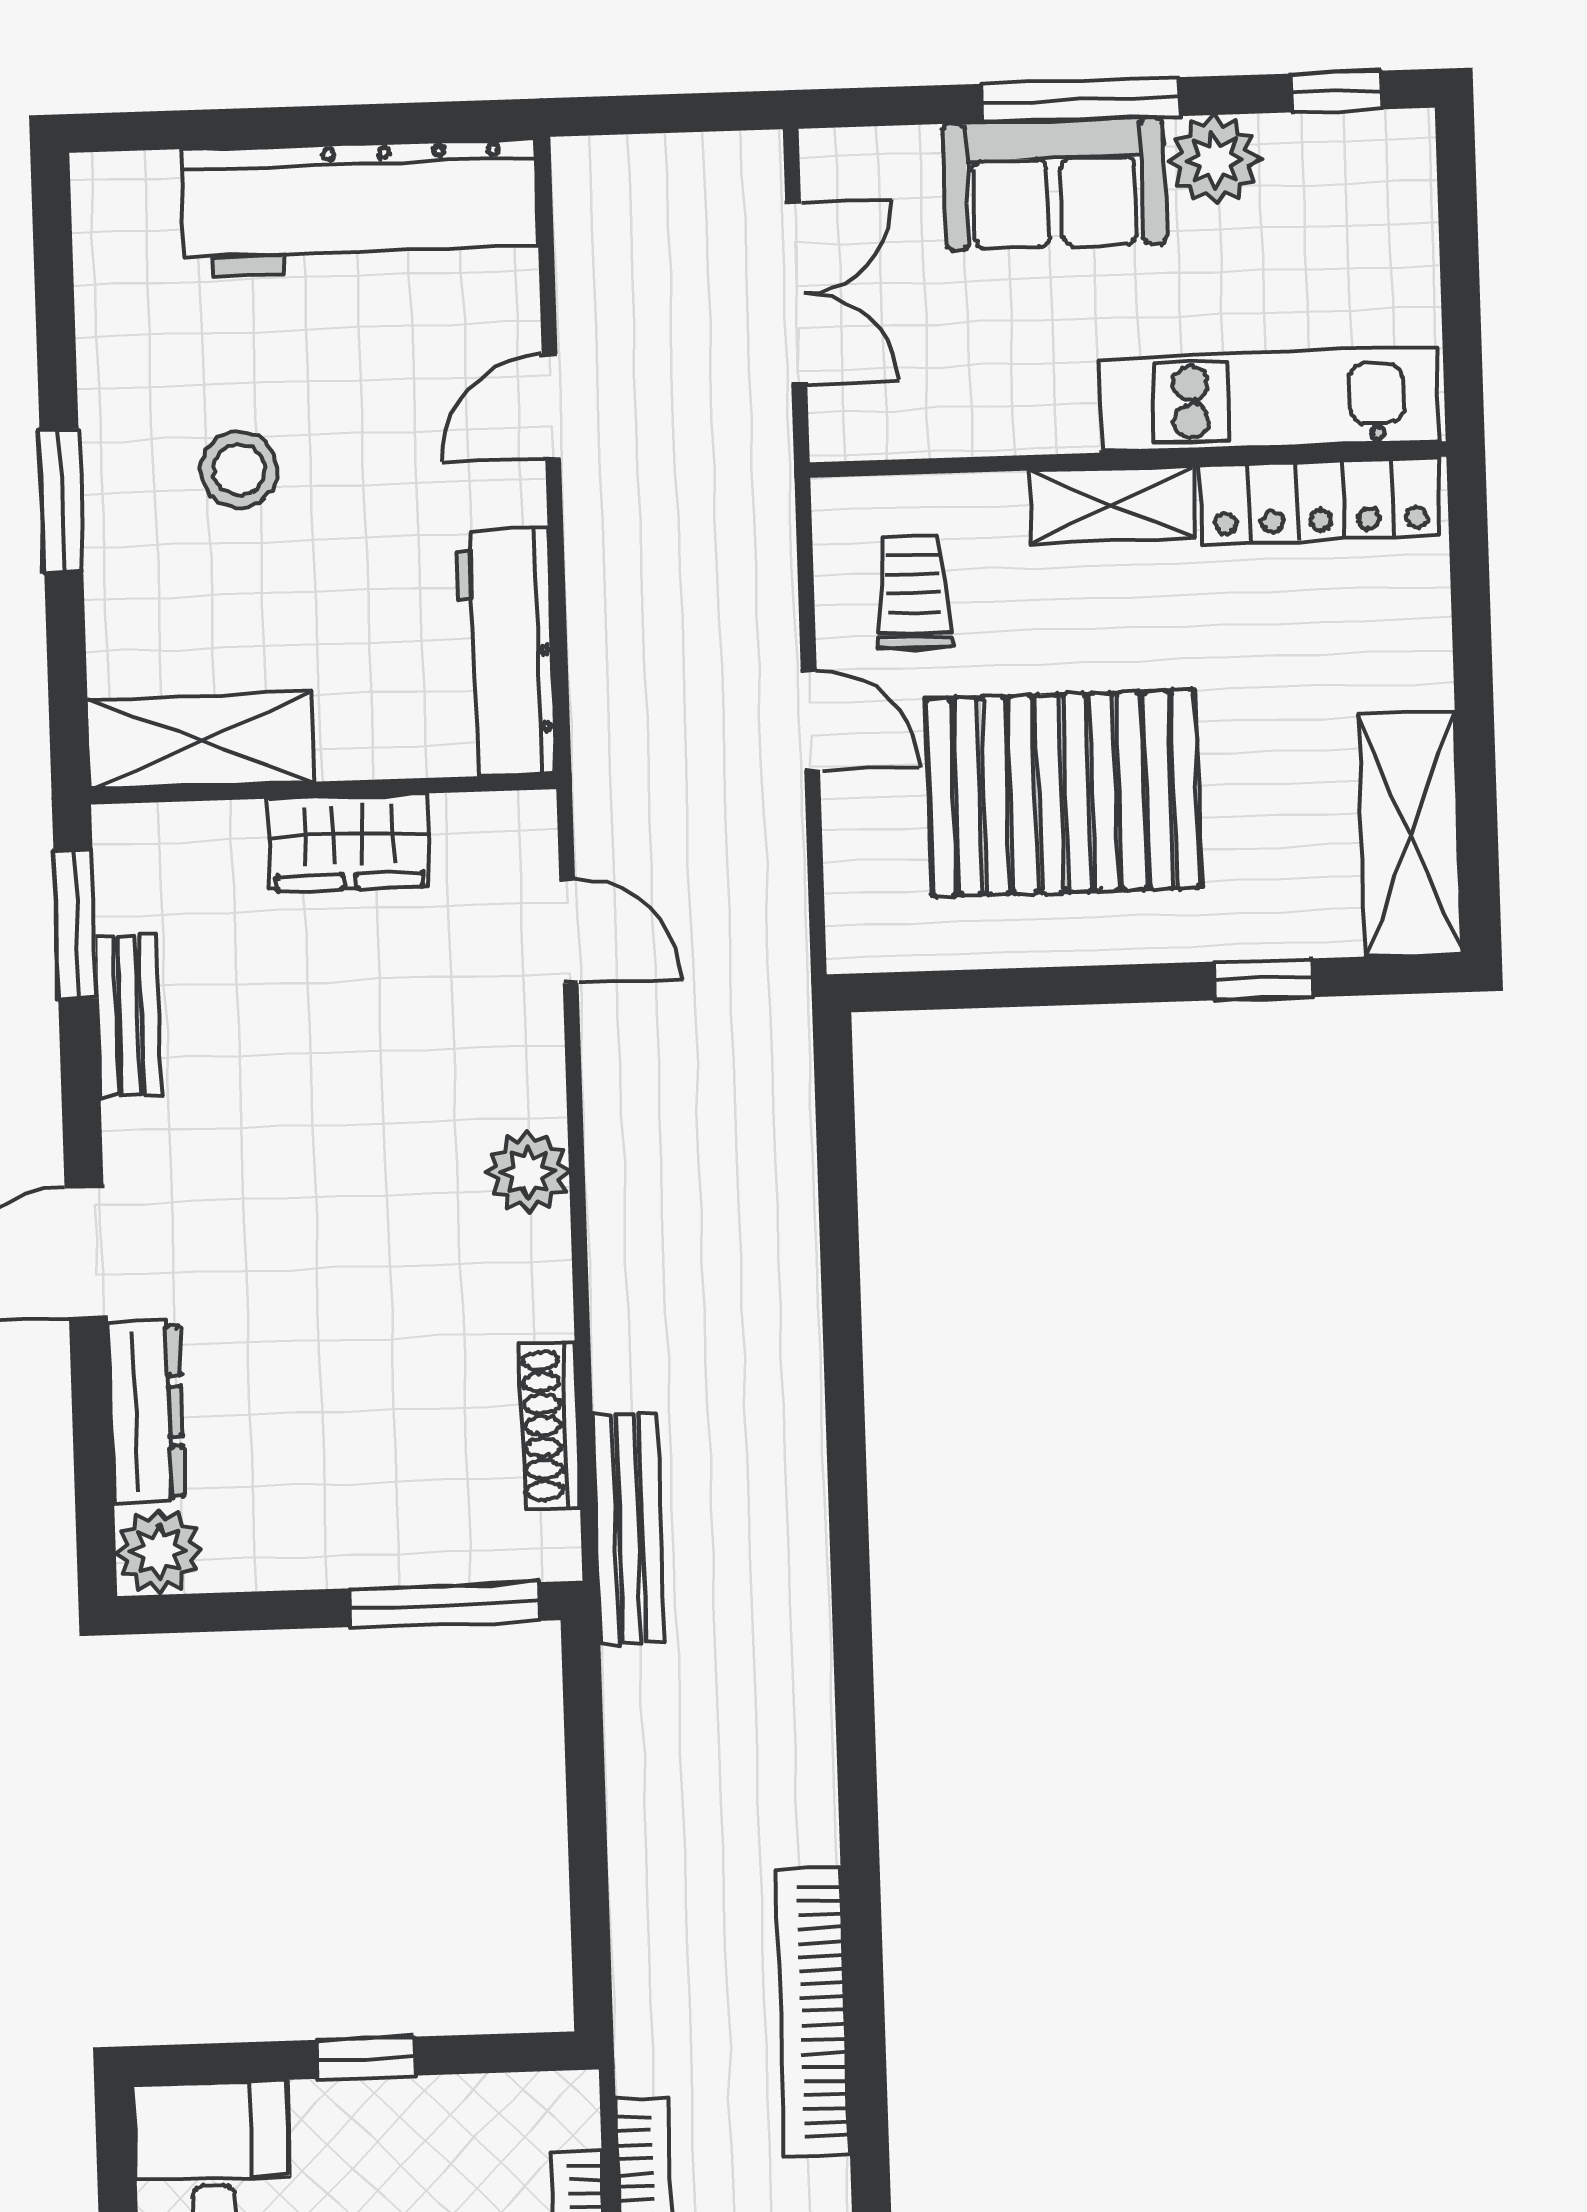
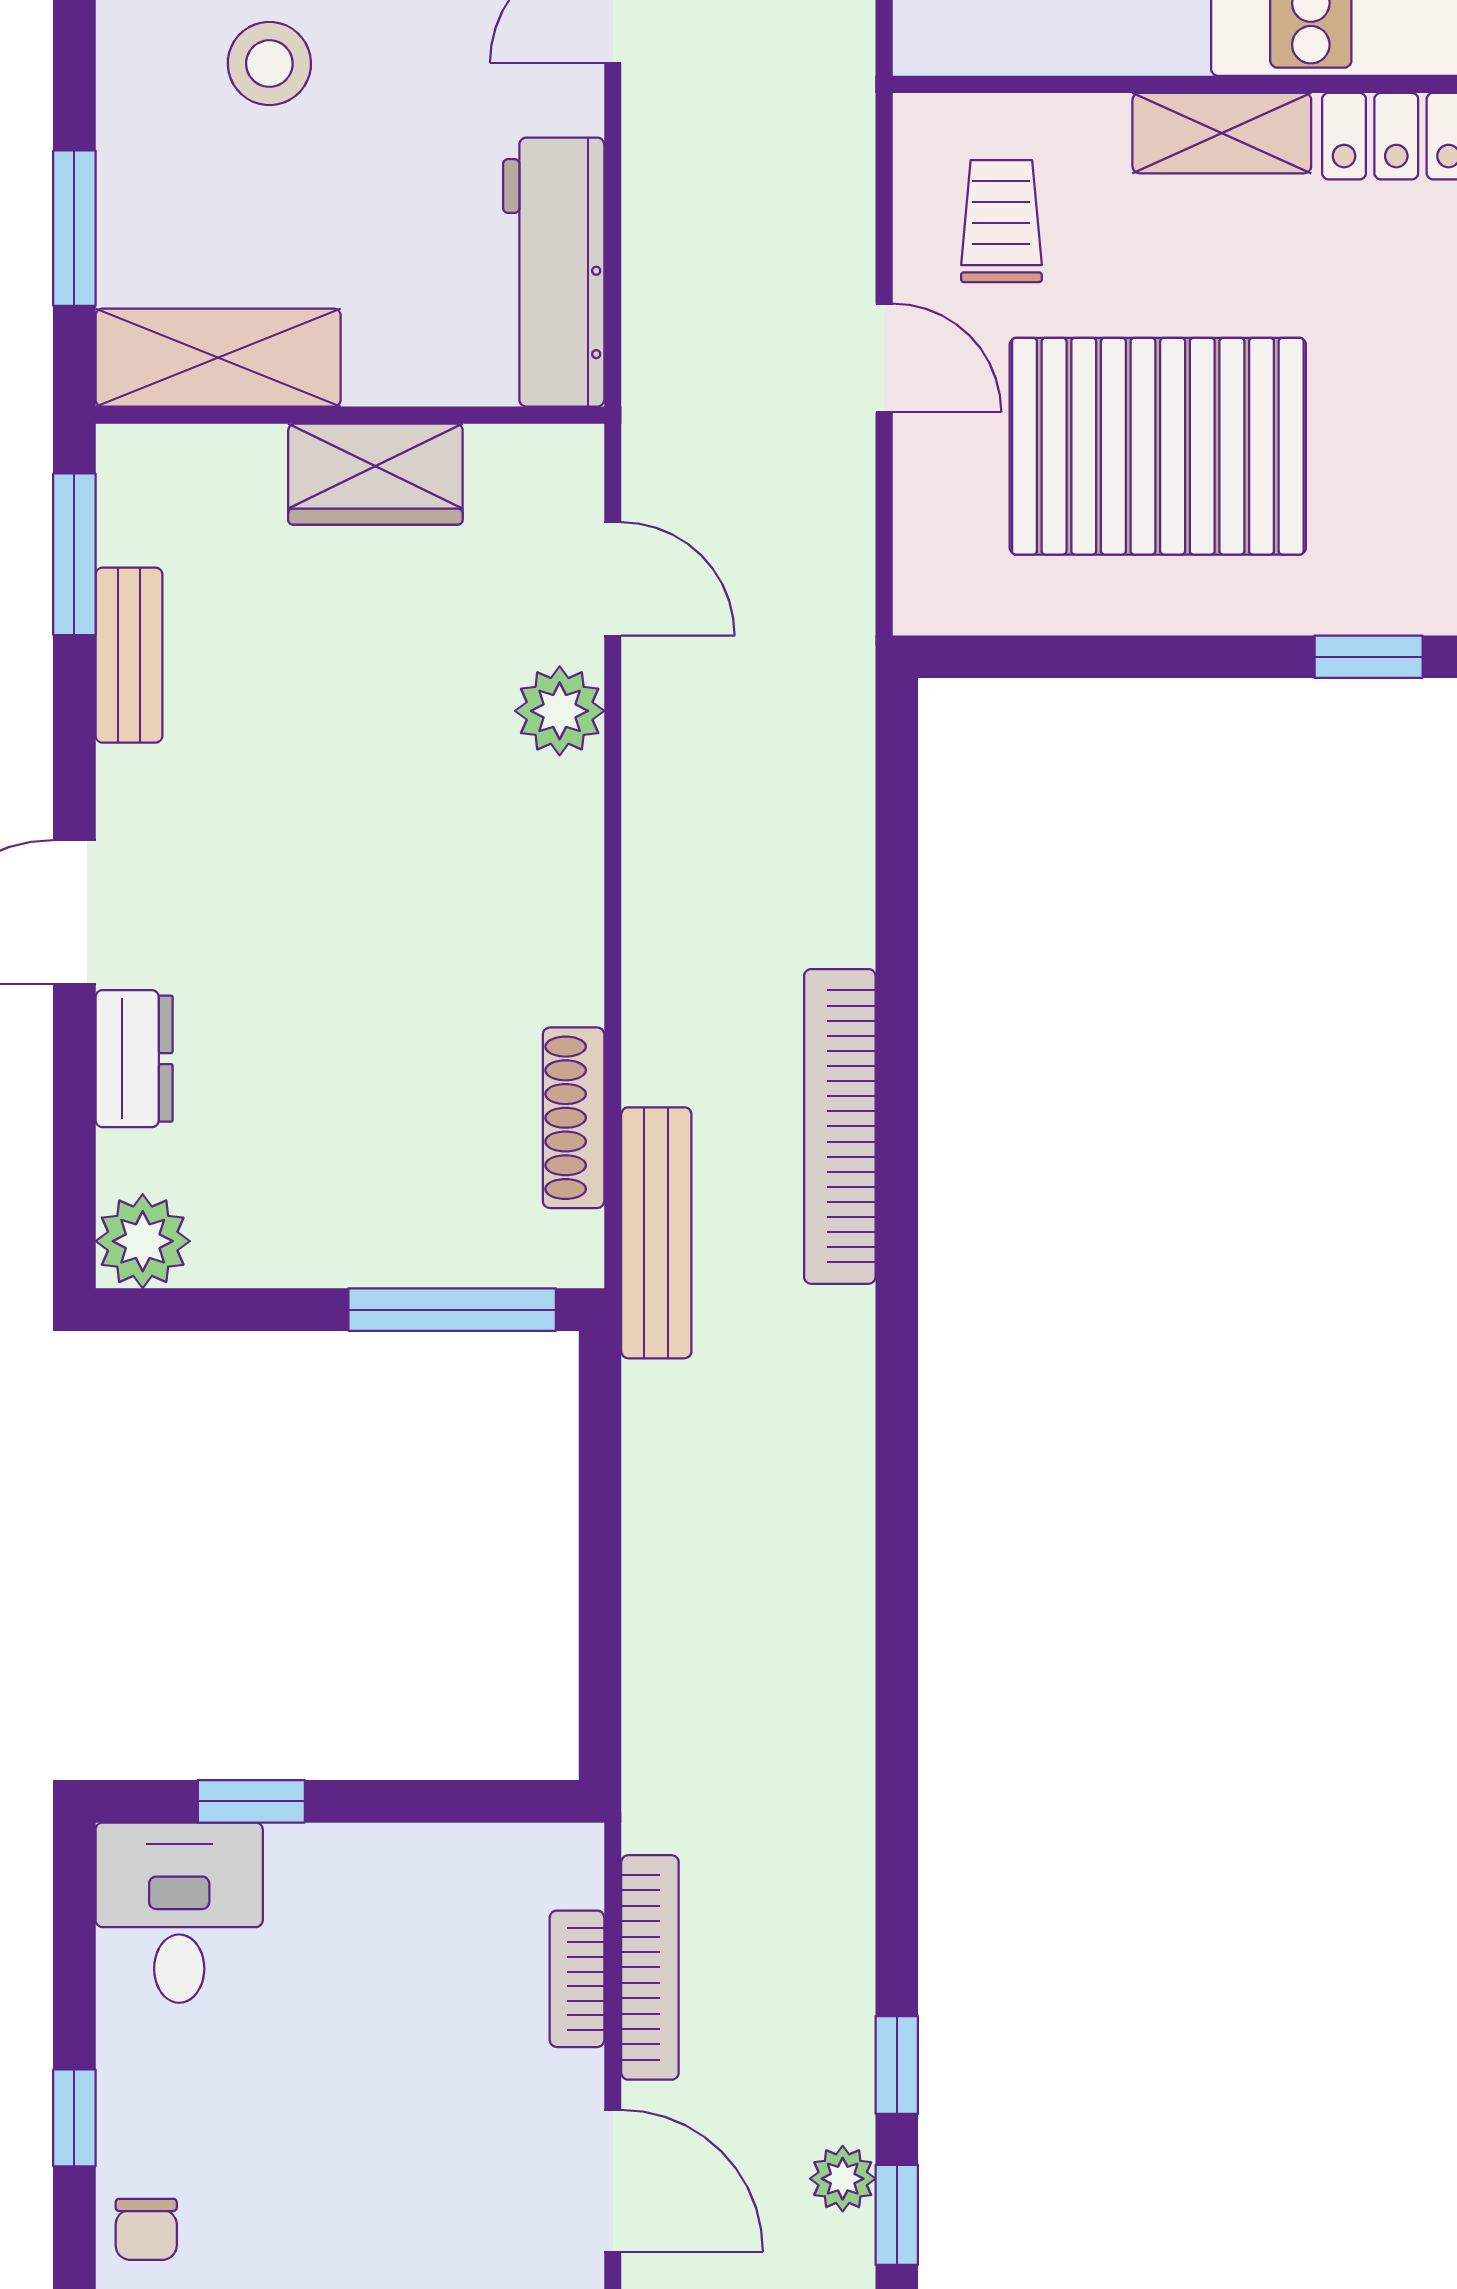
window: (61, 500) -> (74, 228), moved
plant: (528, 1172) -> (560, 711), moved
dresser: (146, 1412) -> (134, 1059), width x0.70
bookcase: (813, 2012) -> (840, 1126), moved
window: (365, 2058) -> (251, 1801), moved

